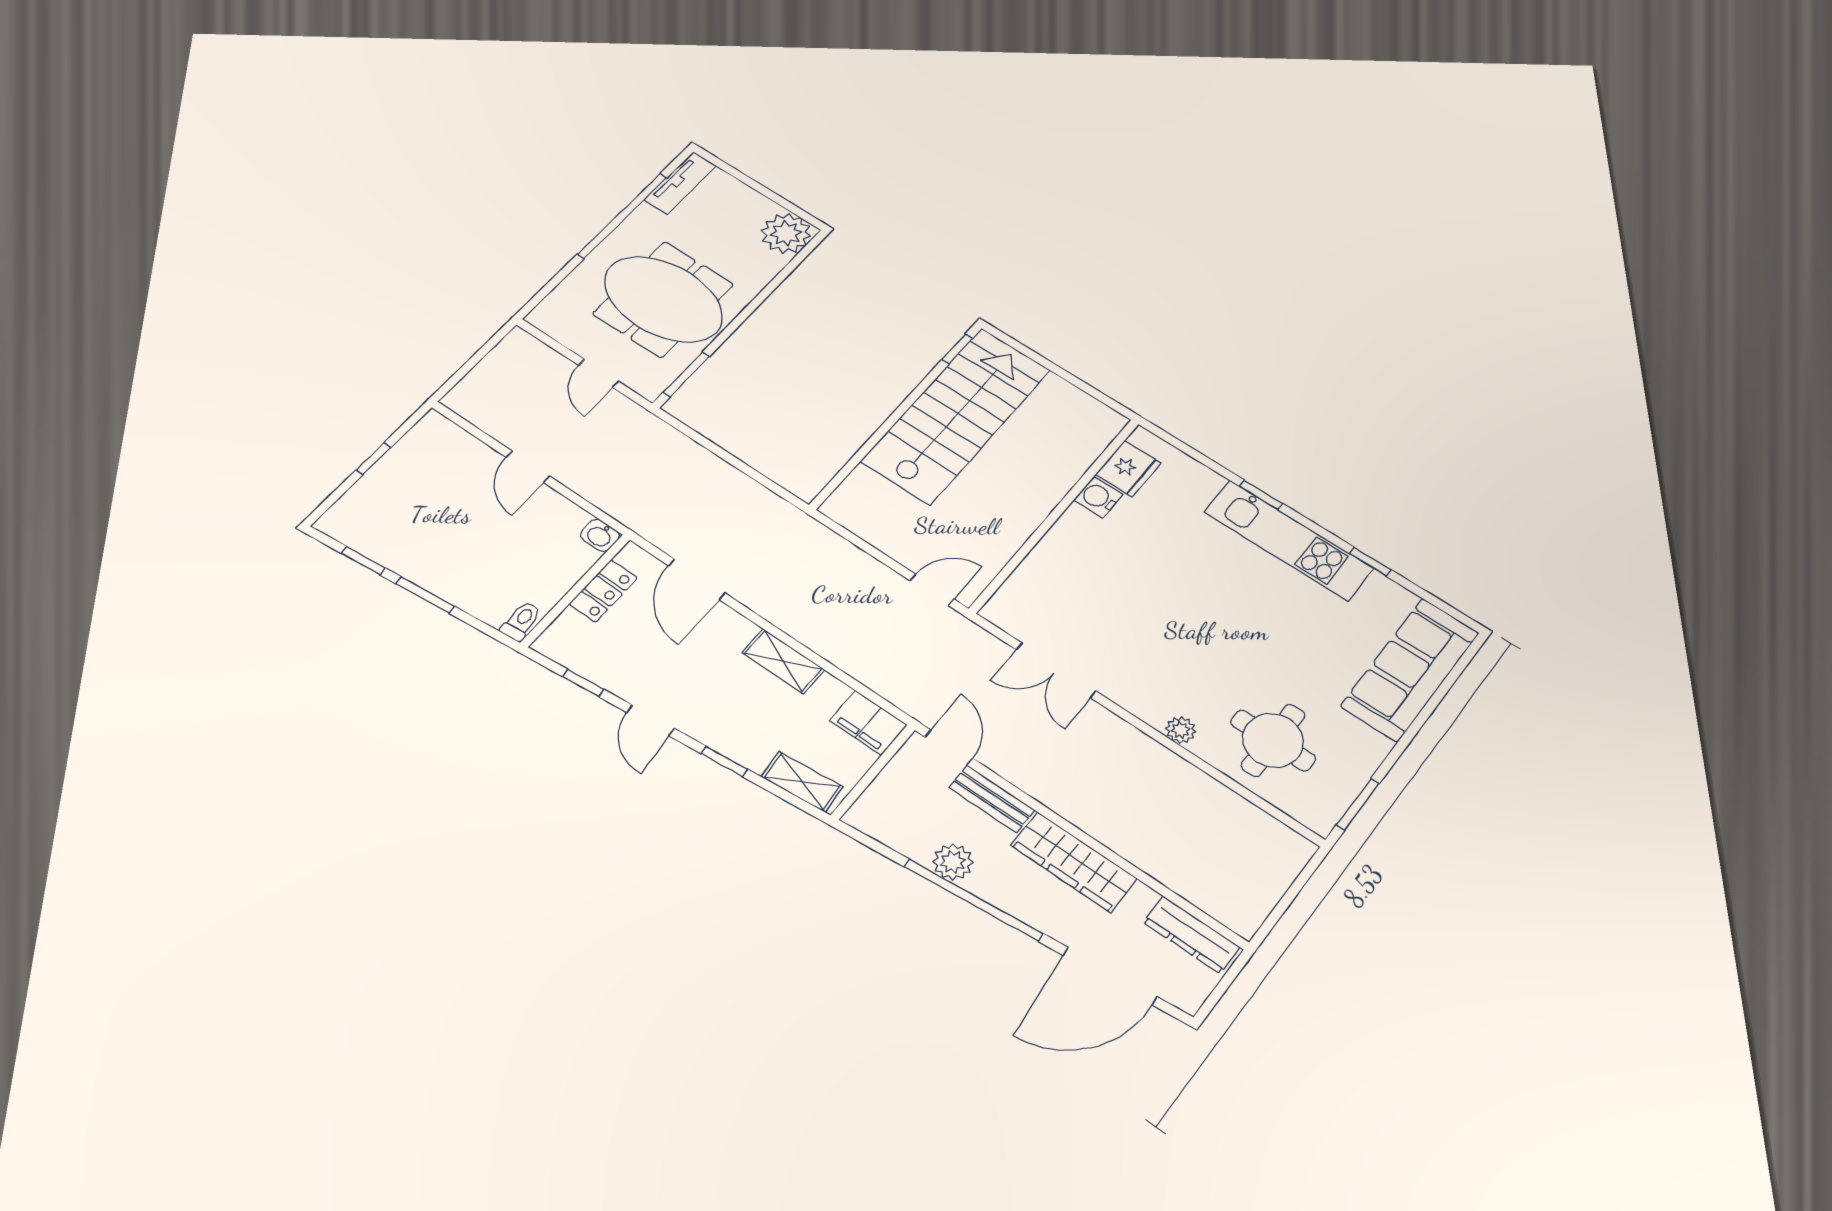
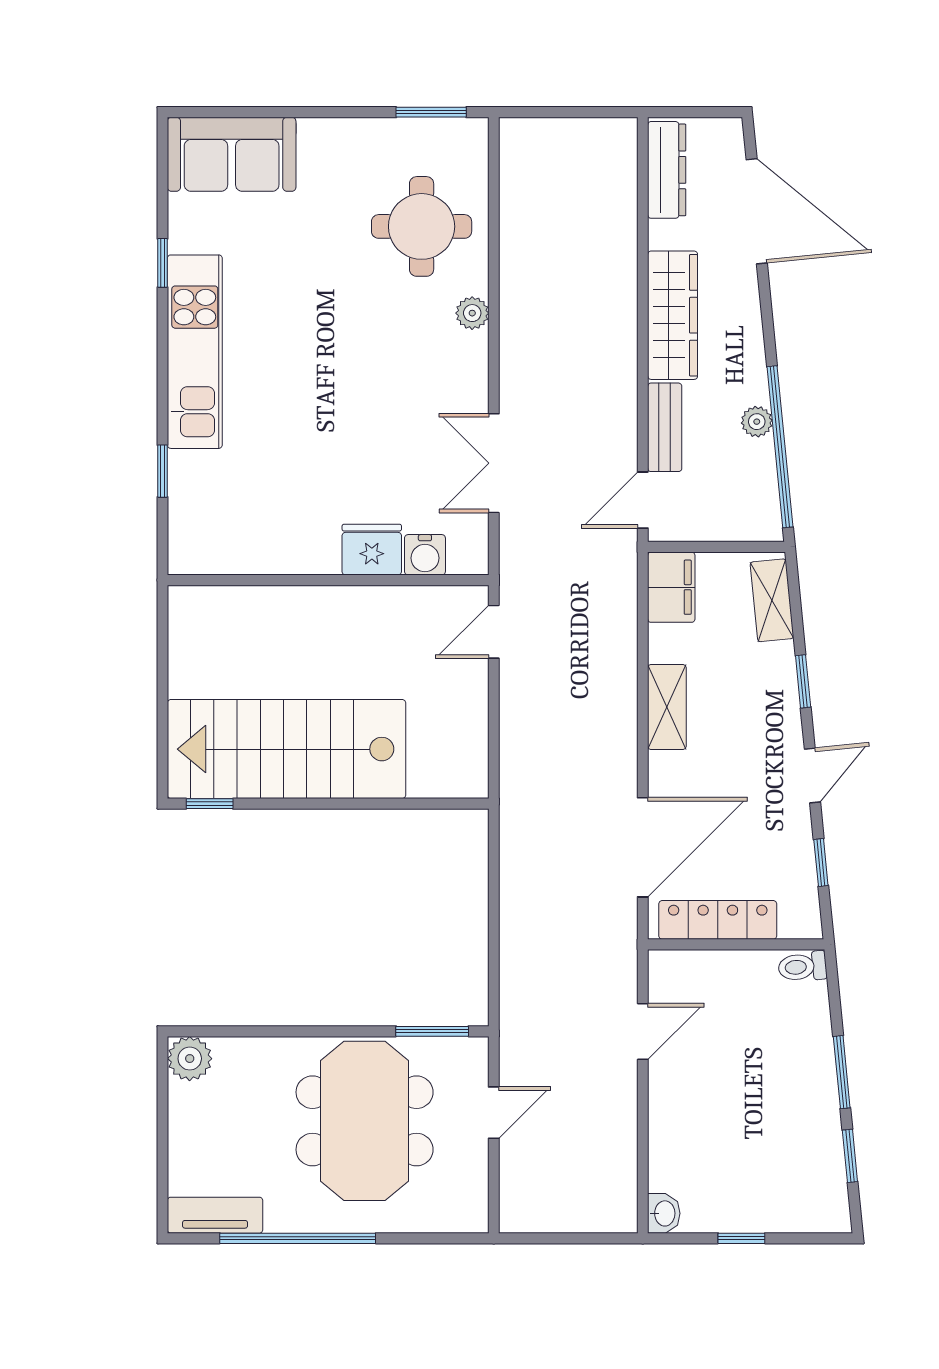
plant: (786, 233) -> (190, 1059), width x0.73, depth x0.73
door: (528, 467) -> (643, 1031), moved
fridge: (1128, 469) -> (372, 550), moved
window: (1261, 495) -> (163, 471), moved
water cooler: (1098, 497) -> (425, 555), moved
washbasin: (600, 535) -> (664, 1213), moved
door: (697, 579) -> (643, 847), width x1.36
door: (932, 590) -> (494, 632), hinge flipped
locker: (603, 591) -> (718, 920), width x1.53
sofa: (1410, 669) -> (232, 154), width x0.73
double door: (1056, 670) -> (494, 463), swing flipped
plant: (953, 862) -> (757, 422), width x0.73, depth x0.73
window: (973, 900) -> (780, 447), moved

